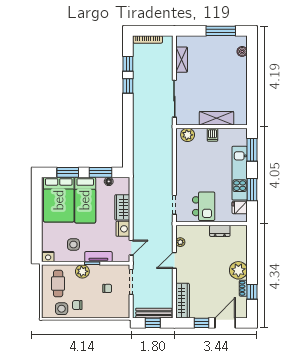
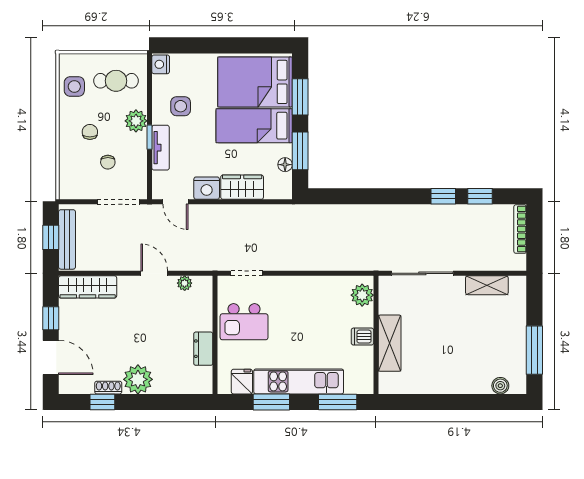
chair: (77, 305) -> (90, 132), moved

